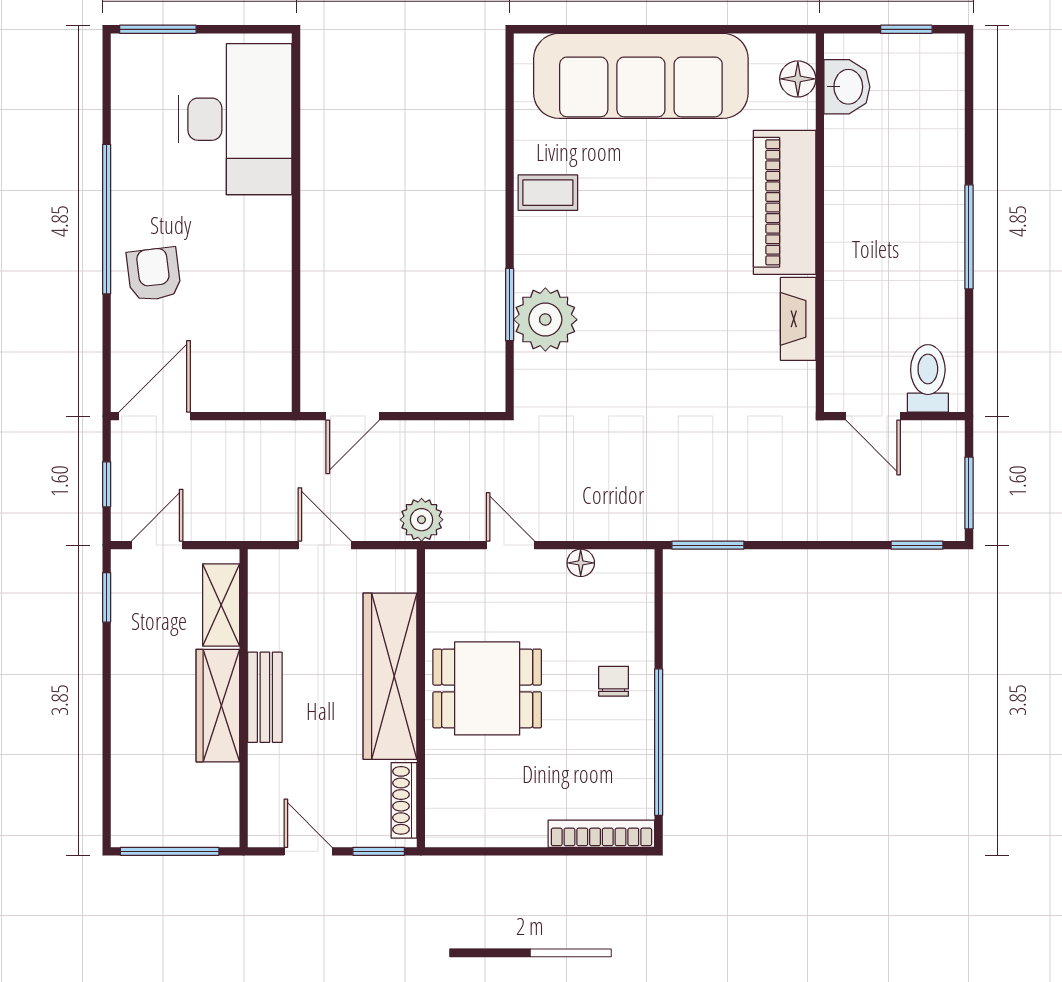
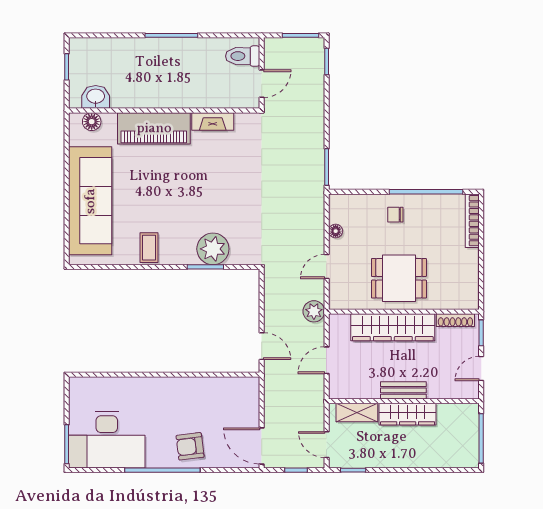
desk: (235, 119) -> (107, 440), moved, turned 180
dining table: (487, 688) -> (399, 278), turned 90

